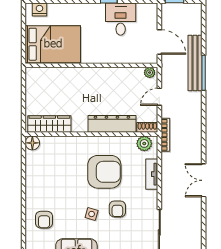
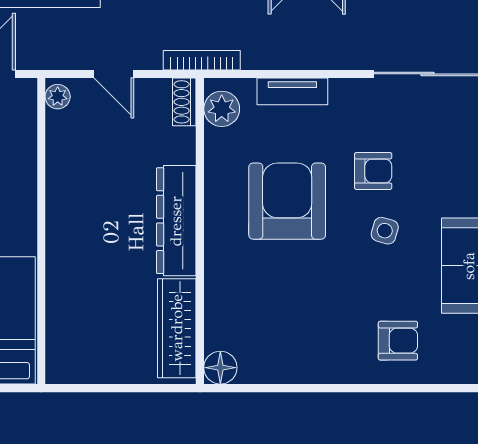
dresser: (112, 124) -> (176, 221), moved

